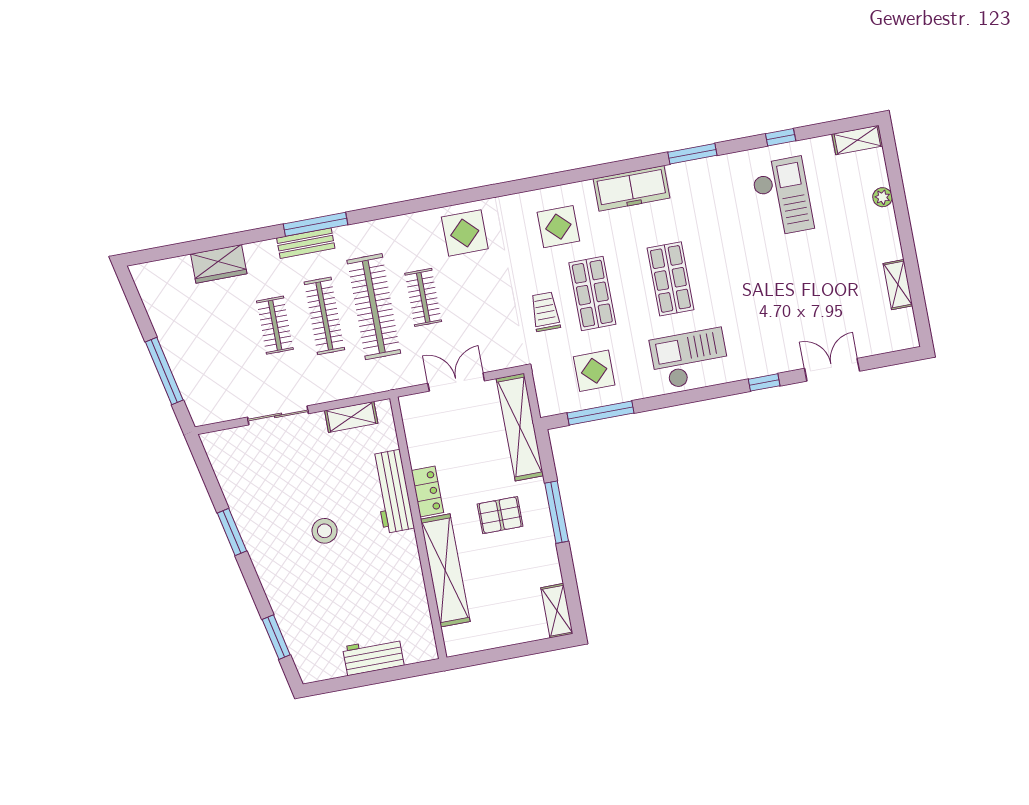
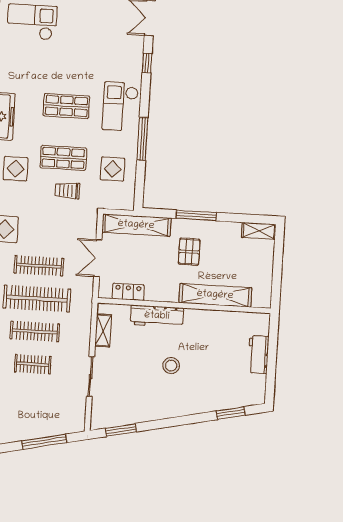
clothes rail: (423, 297) -> (39, 266), width x1.36
window: (600, 413) -> (142, 139), moved
locker: (427, 491) -> (128, 292), moved
window: (232, 532) -> (121, 430), moved

